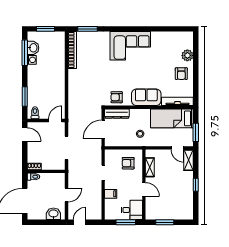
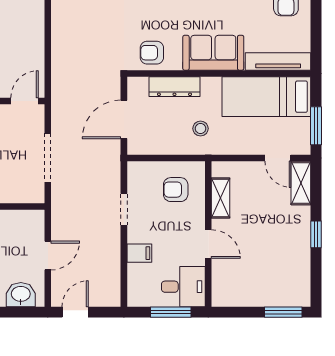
dresser: (117, 114) -> (174, 87), moved
window: (165, 222) -> (283, 312), moved

